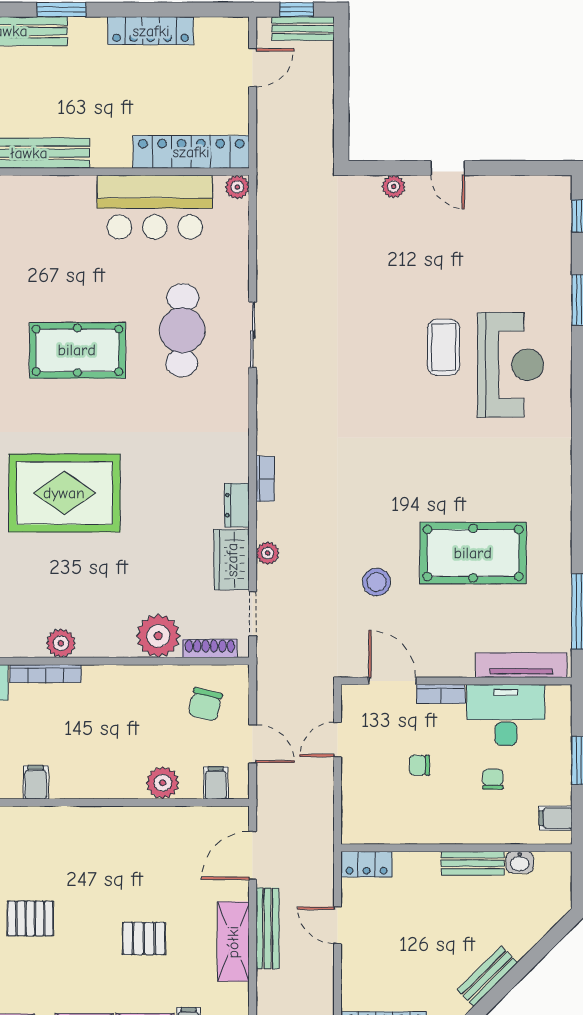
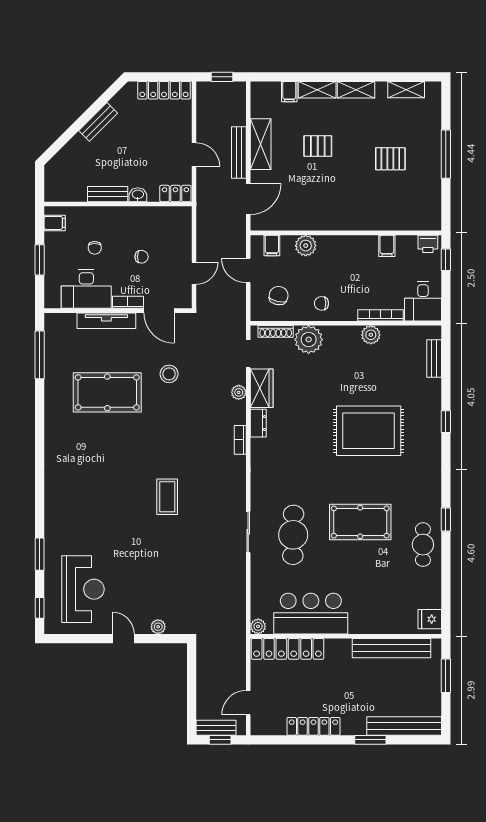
coffee table: (444, 347) -> (167, 497), moved
reception desk: (511, 365) -> (83, 589), moved, turned 180
tv unit: (521, 665) -> (106, 321), moved
chair: (138, 692) -> (321, 303), added
washbasin: (520, 862) -> (138, 195), moved

